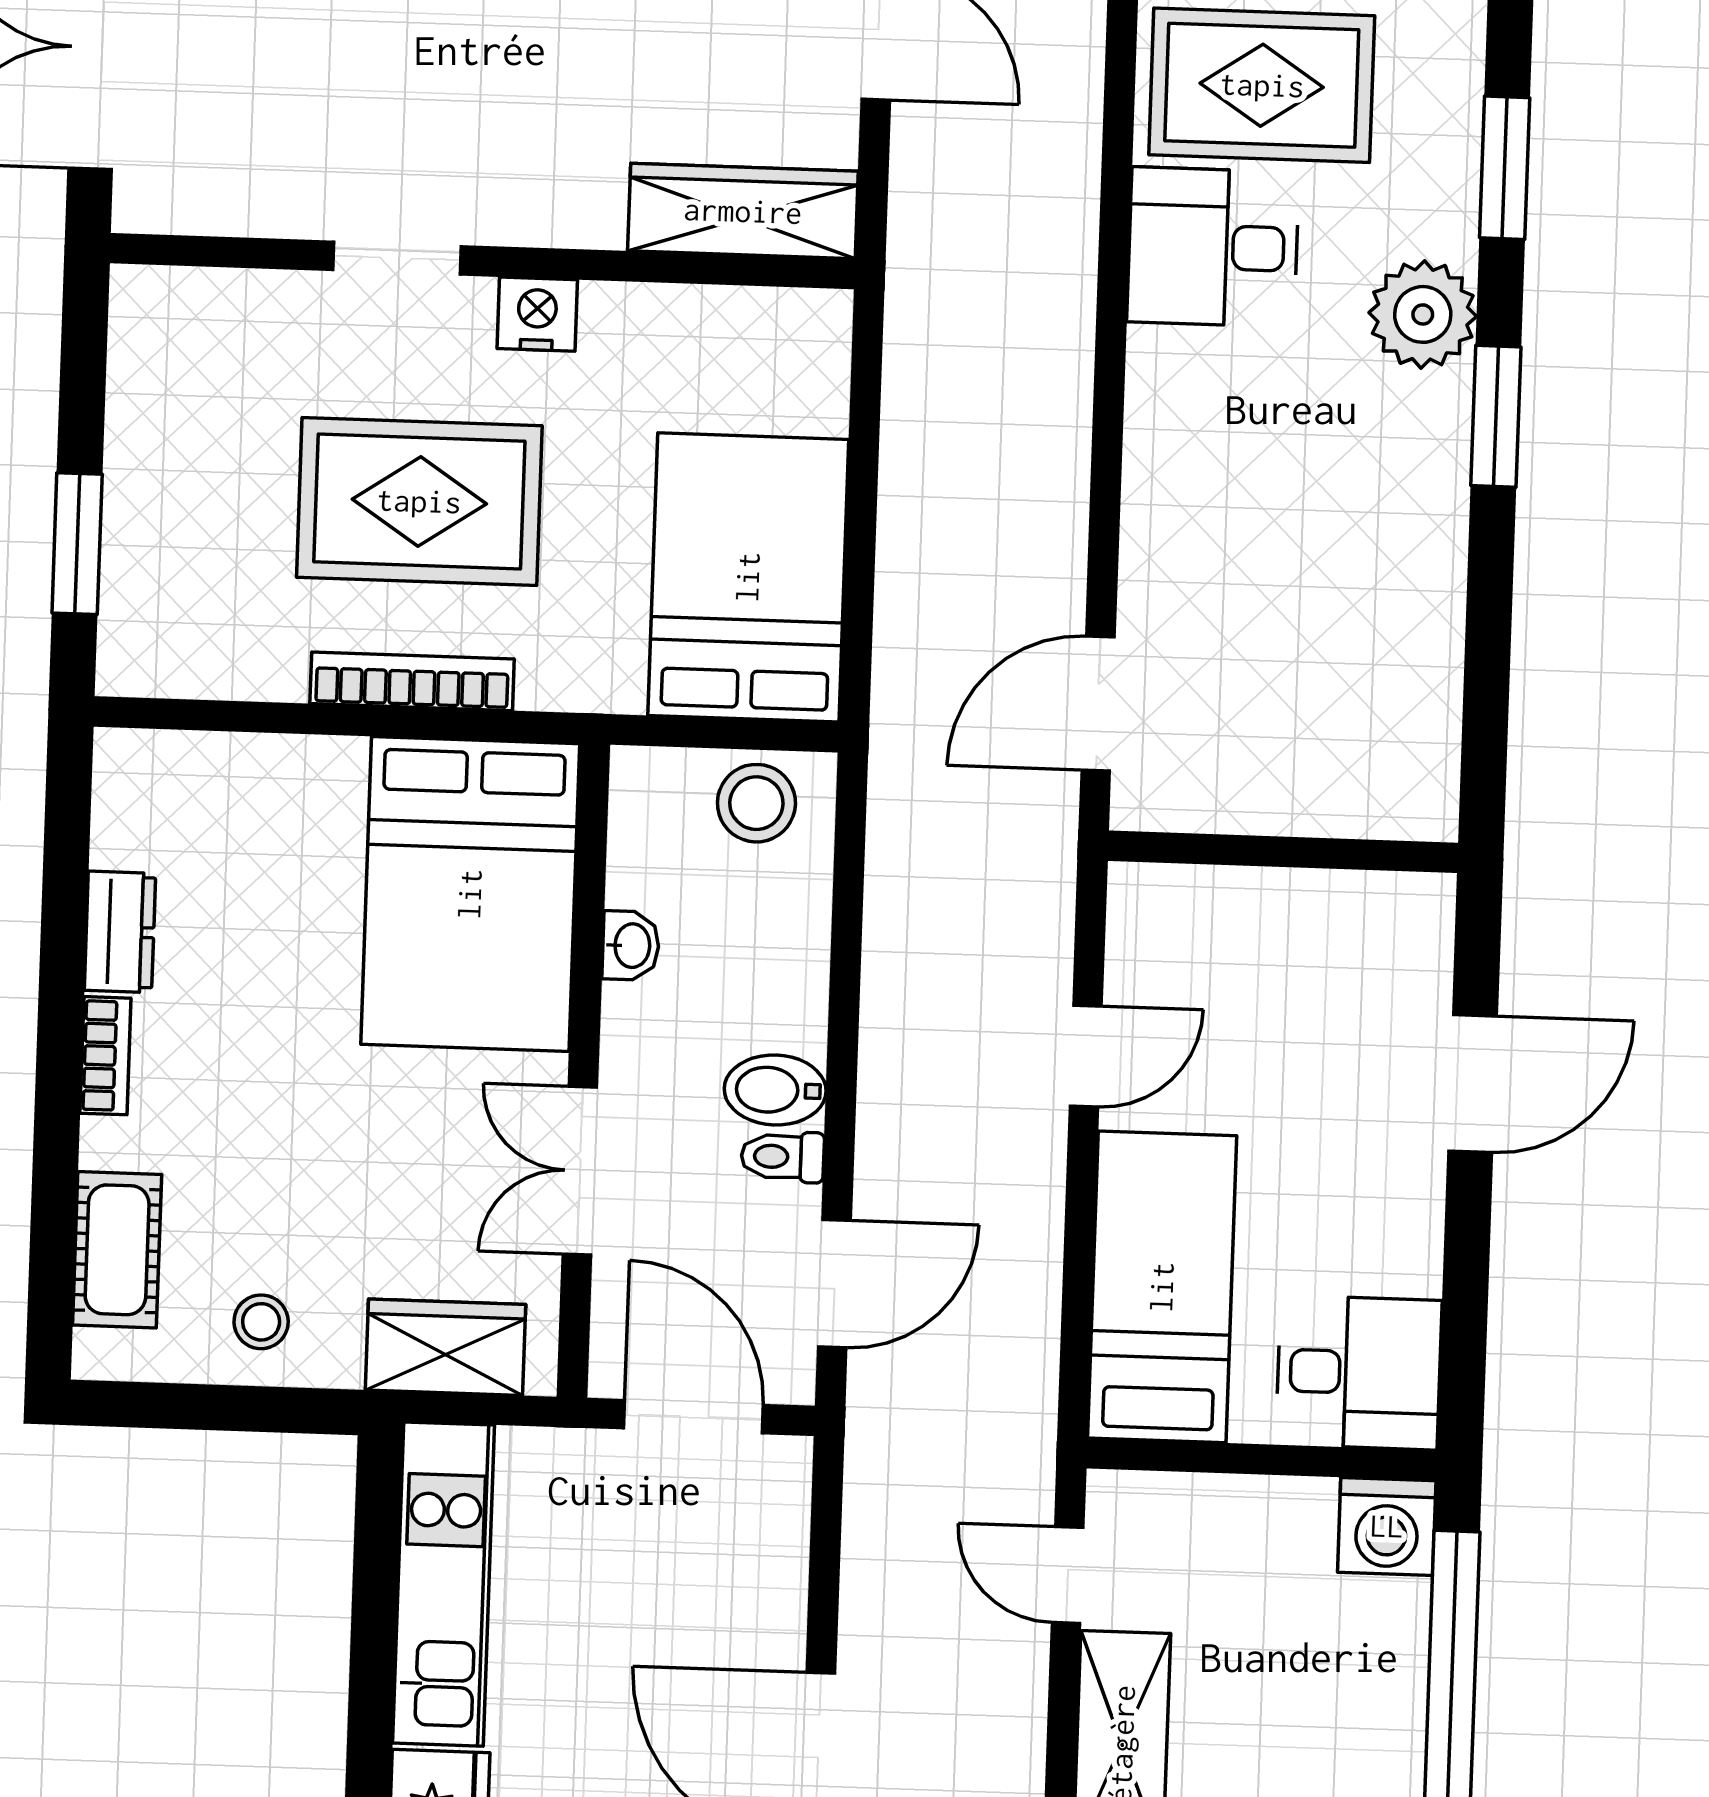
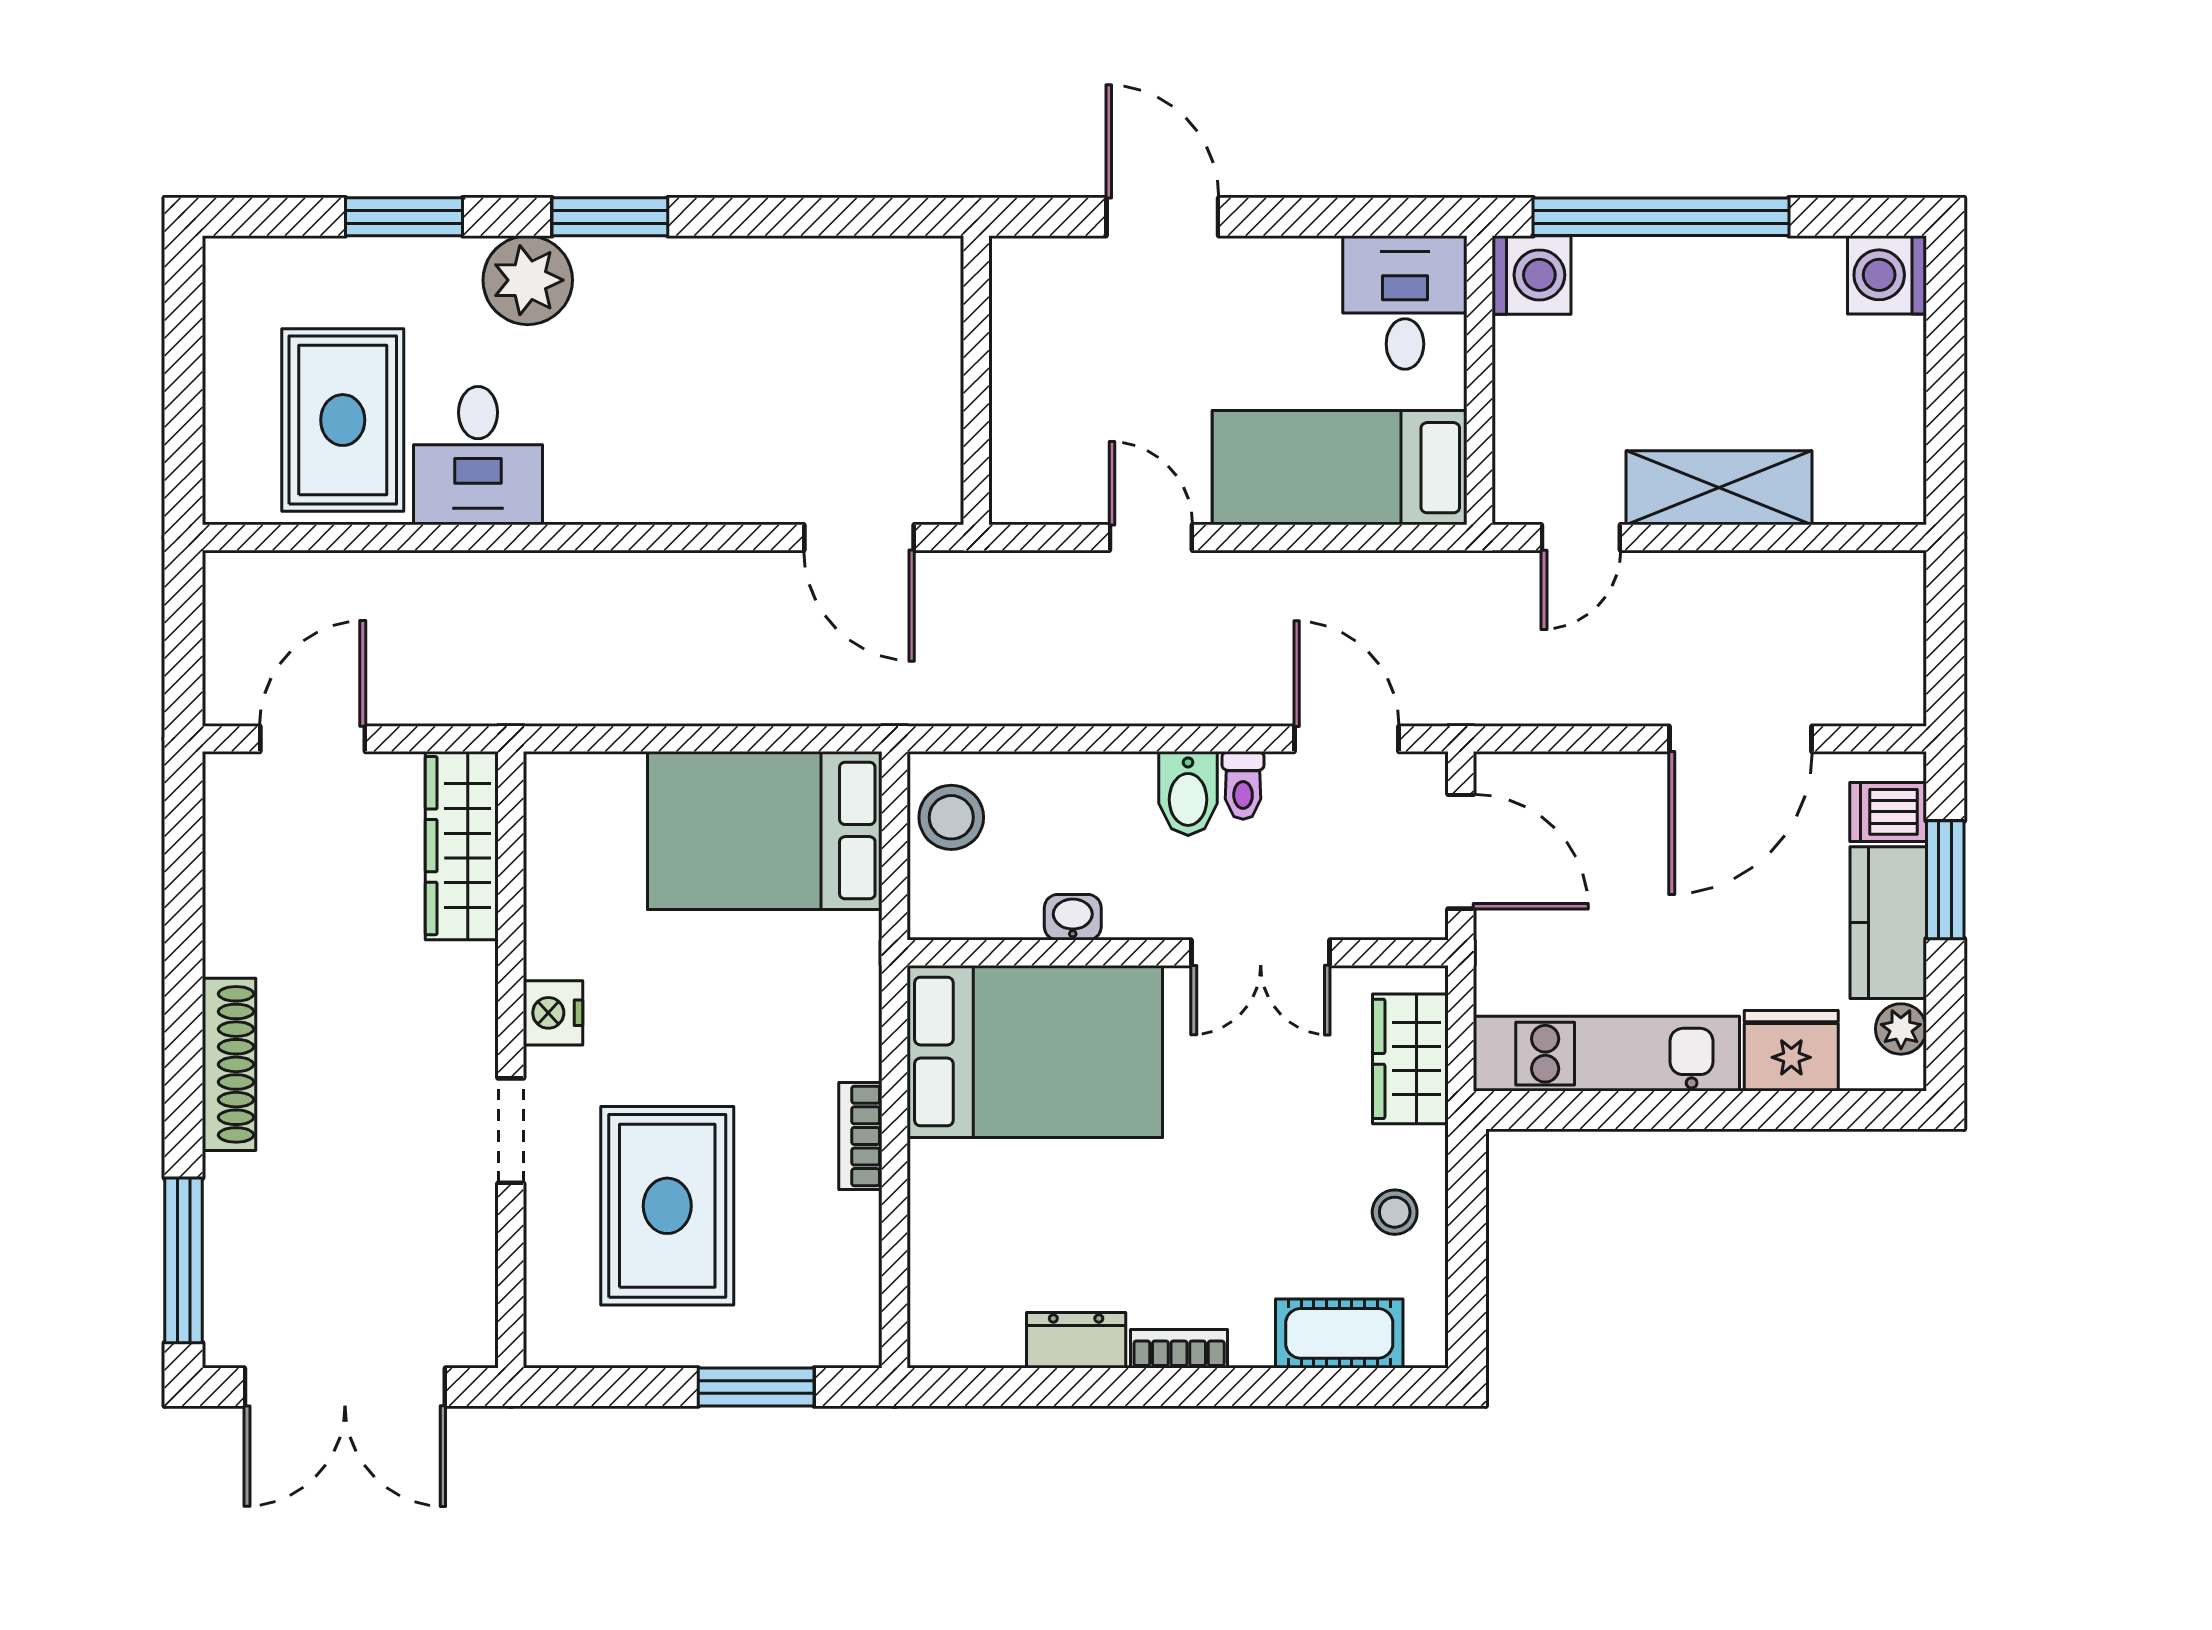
rug: (419, 501) -> (667, 1206), moved
bookcase: (412, 681) -> (860, 1136), width x0.64
door: (694, 1417) -> (1461, 852), swing flipped

